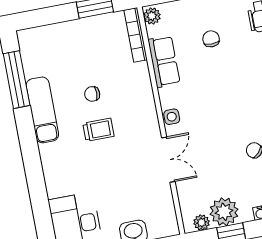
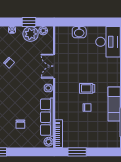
row of seats: (164, 61) -> (47, 117), width x1.48

